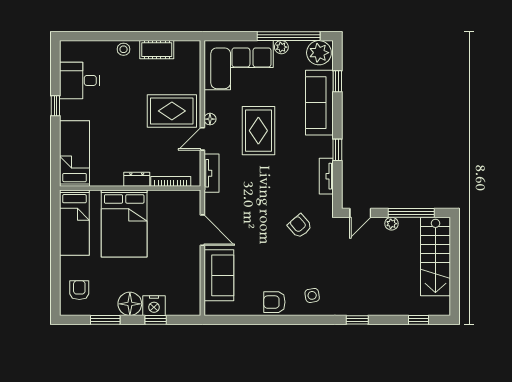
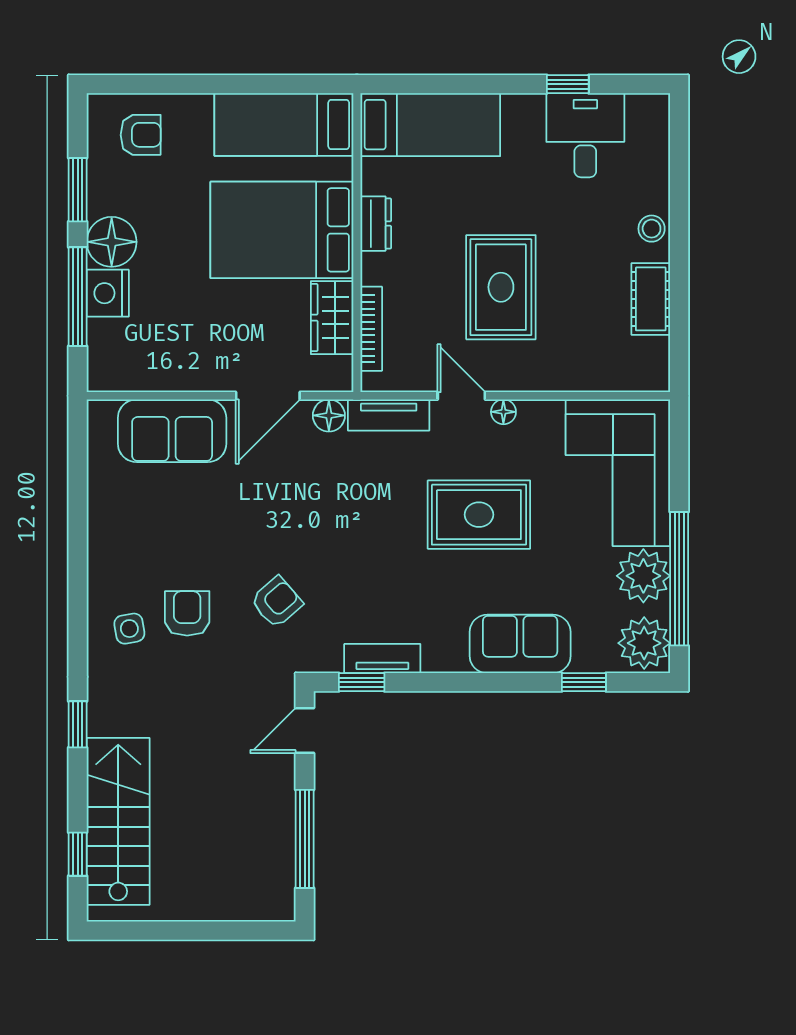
plant: (281, 47) -> (643, 576), width x1.87, depth x1.87
sofa: (319, 103) -> (520, 644), width x0.73
window: (55, 106) -> (568, 84), moved
rug: (172, 111) -> (501, 287), moved
window: (337, 150) -> (362, 682), moved
dresser: (137, 179) -> (376, 224), moved
wardrobe: (165, 200) -> (332, 318), added
floor lamp: (212, 201) -> (329, 415), added
door: (360, 213) -> (305, 731), hinge flipped
plant: (391, 224) -> (282, 797), removed
stairs: (435, 256) -> (118, 821), moved, turned 90
armchair: (274, 302) -> (187, 613), moved
window: (156, 320) -> (78, 297), width x2.17

